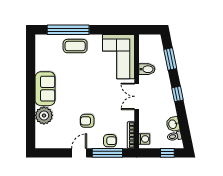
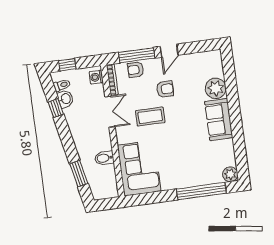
plant: (42, 41) -> (230, 174), added
coffee table: (75, 46) -> (150, 117), moved
window: (177, 94) -> (56, 108), moved
double door: (137, 96) -> (110, 112), moved

